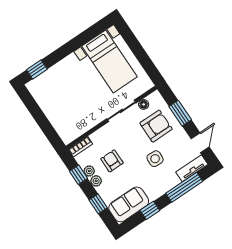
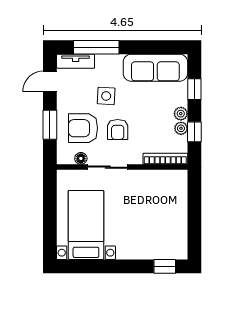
bookcase: (80, 147) -> (165, 159), width x1.56
armchair: (112, 161) -> (118, 129), moved
sofa: (129, 204) -> (155, 68), width x1.36
window: (150, 210) -> (147, 47), removed

